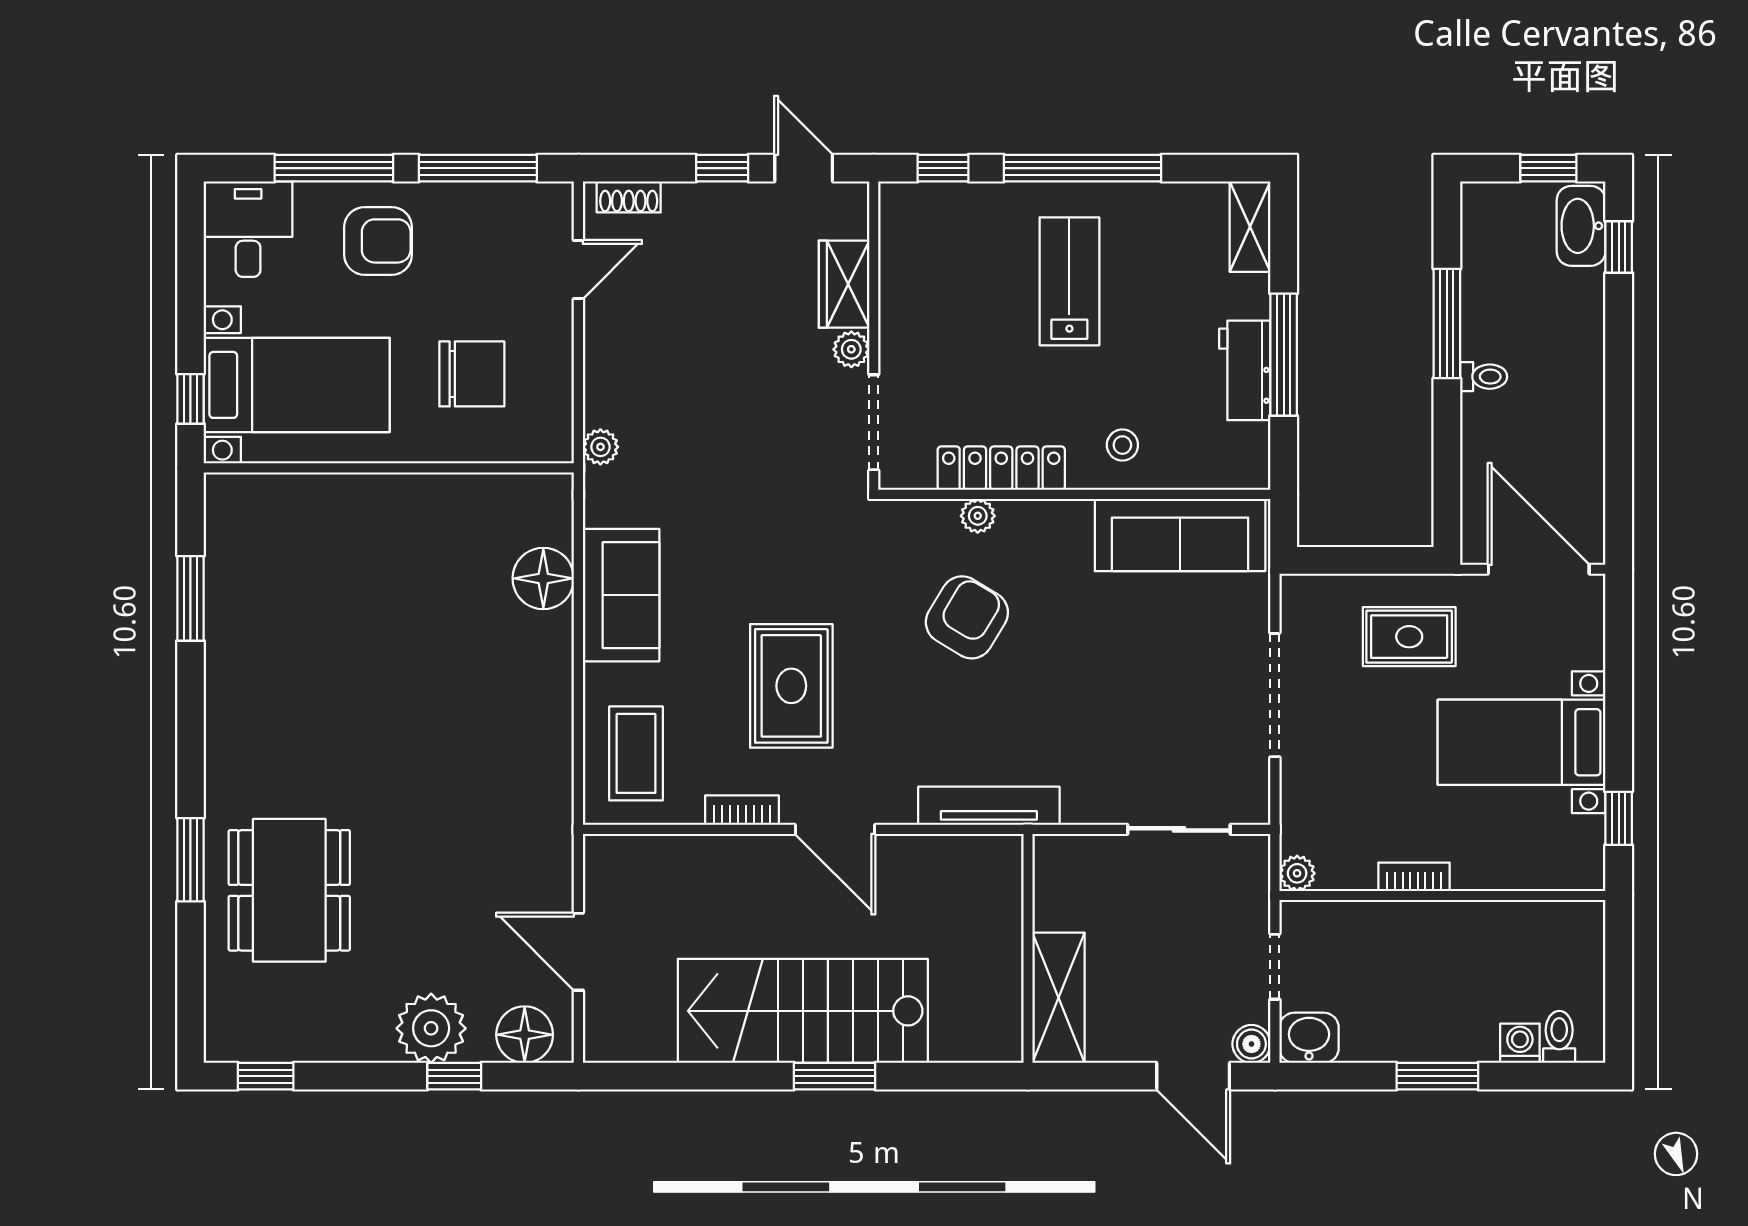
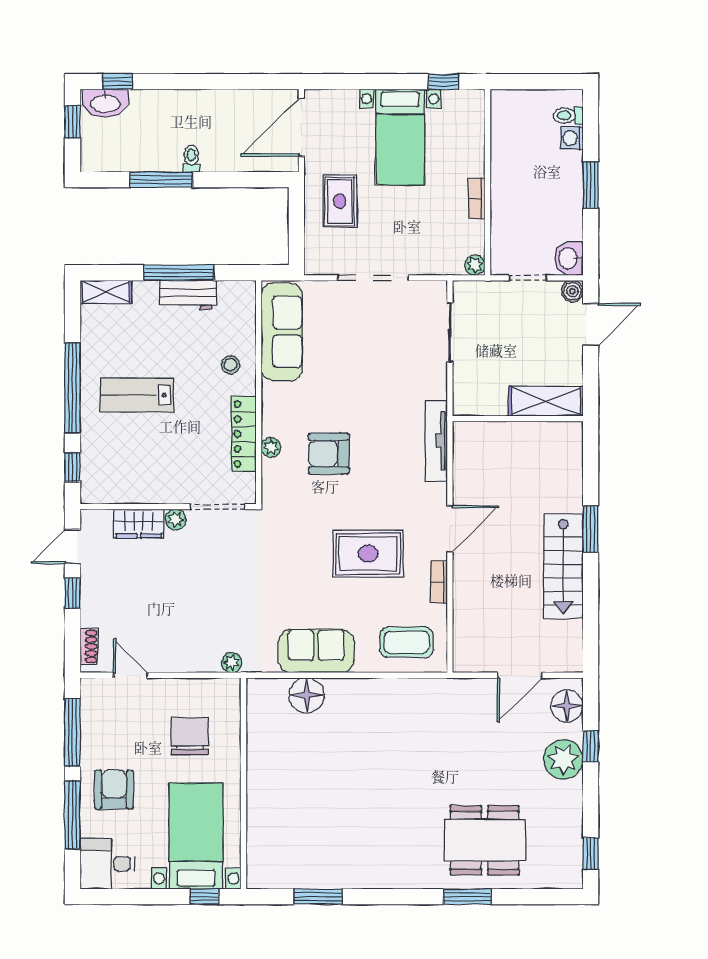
armchair: (967, 617) -> (329, 454), turned -31
stairs: (803, 1011) -> (563, 566), width x0.73, depth x0.66

